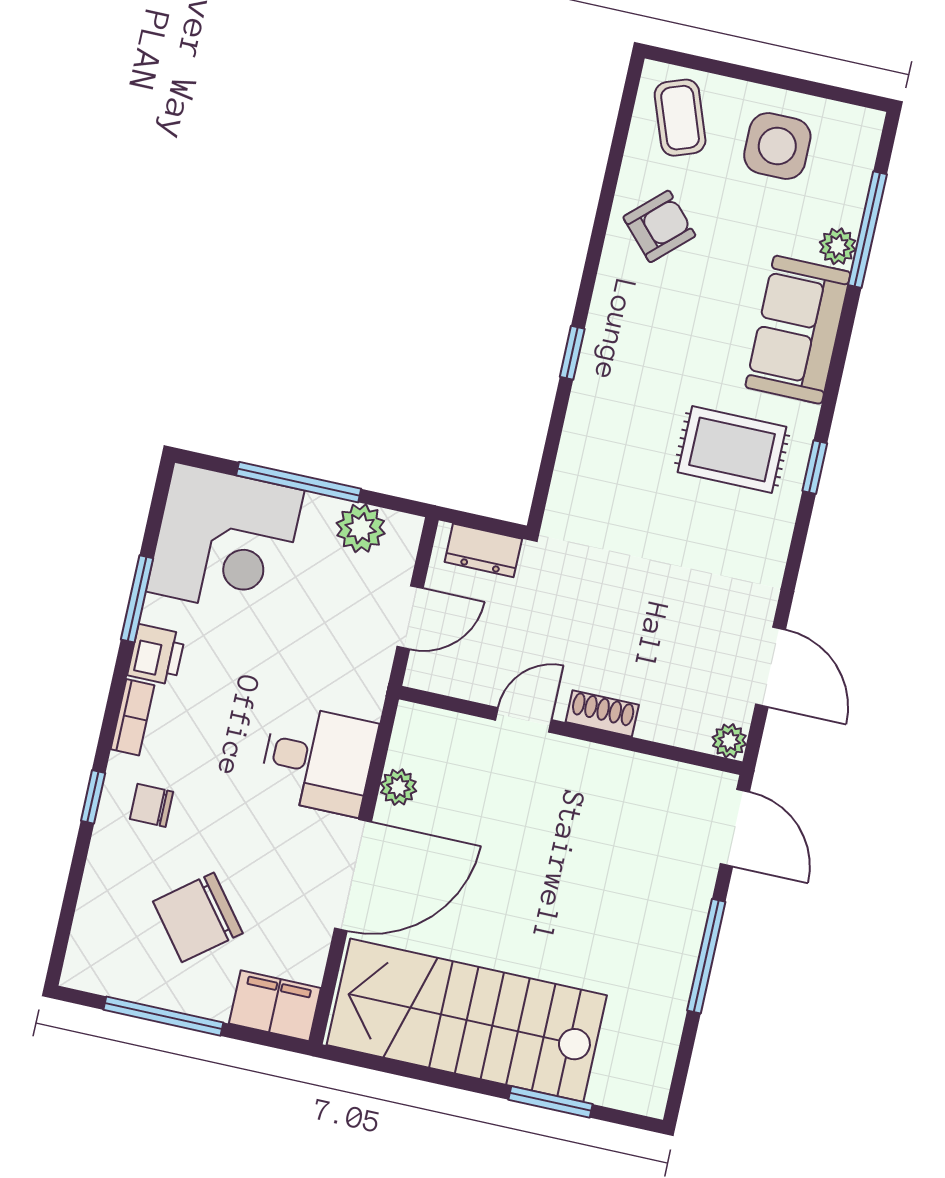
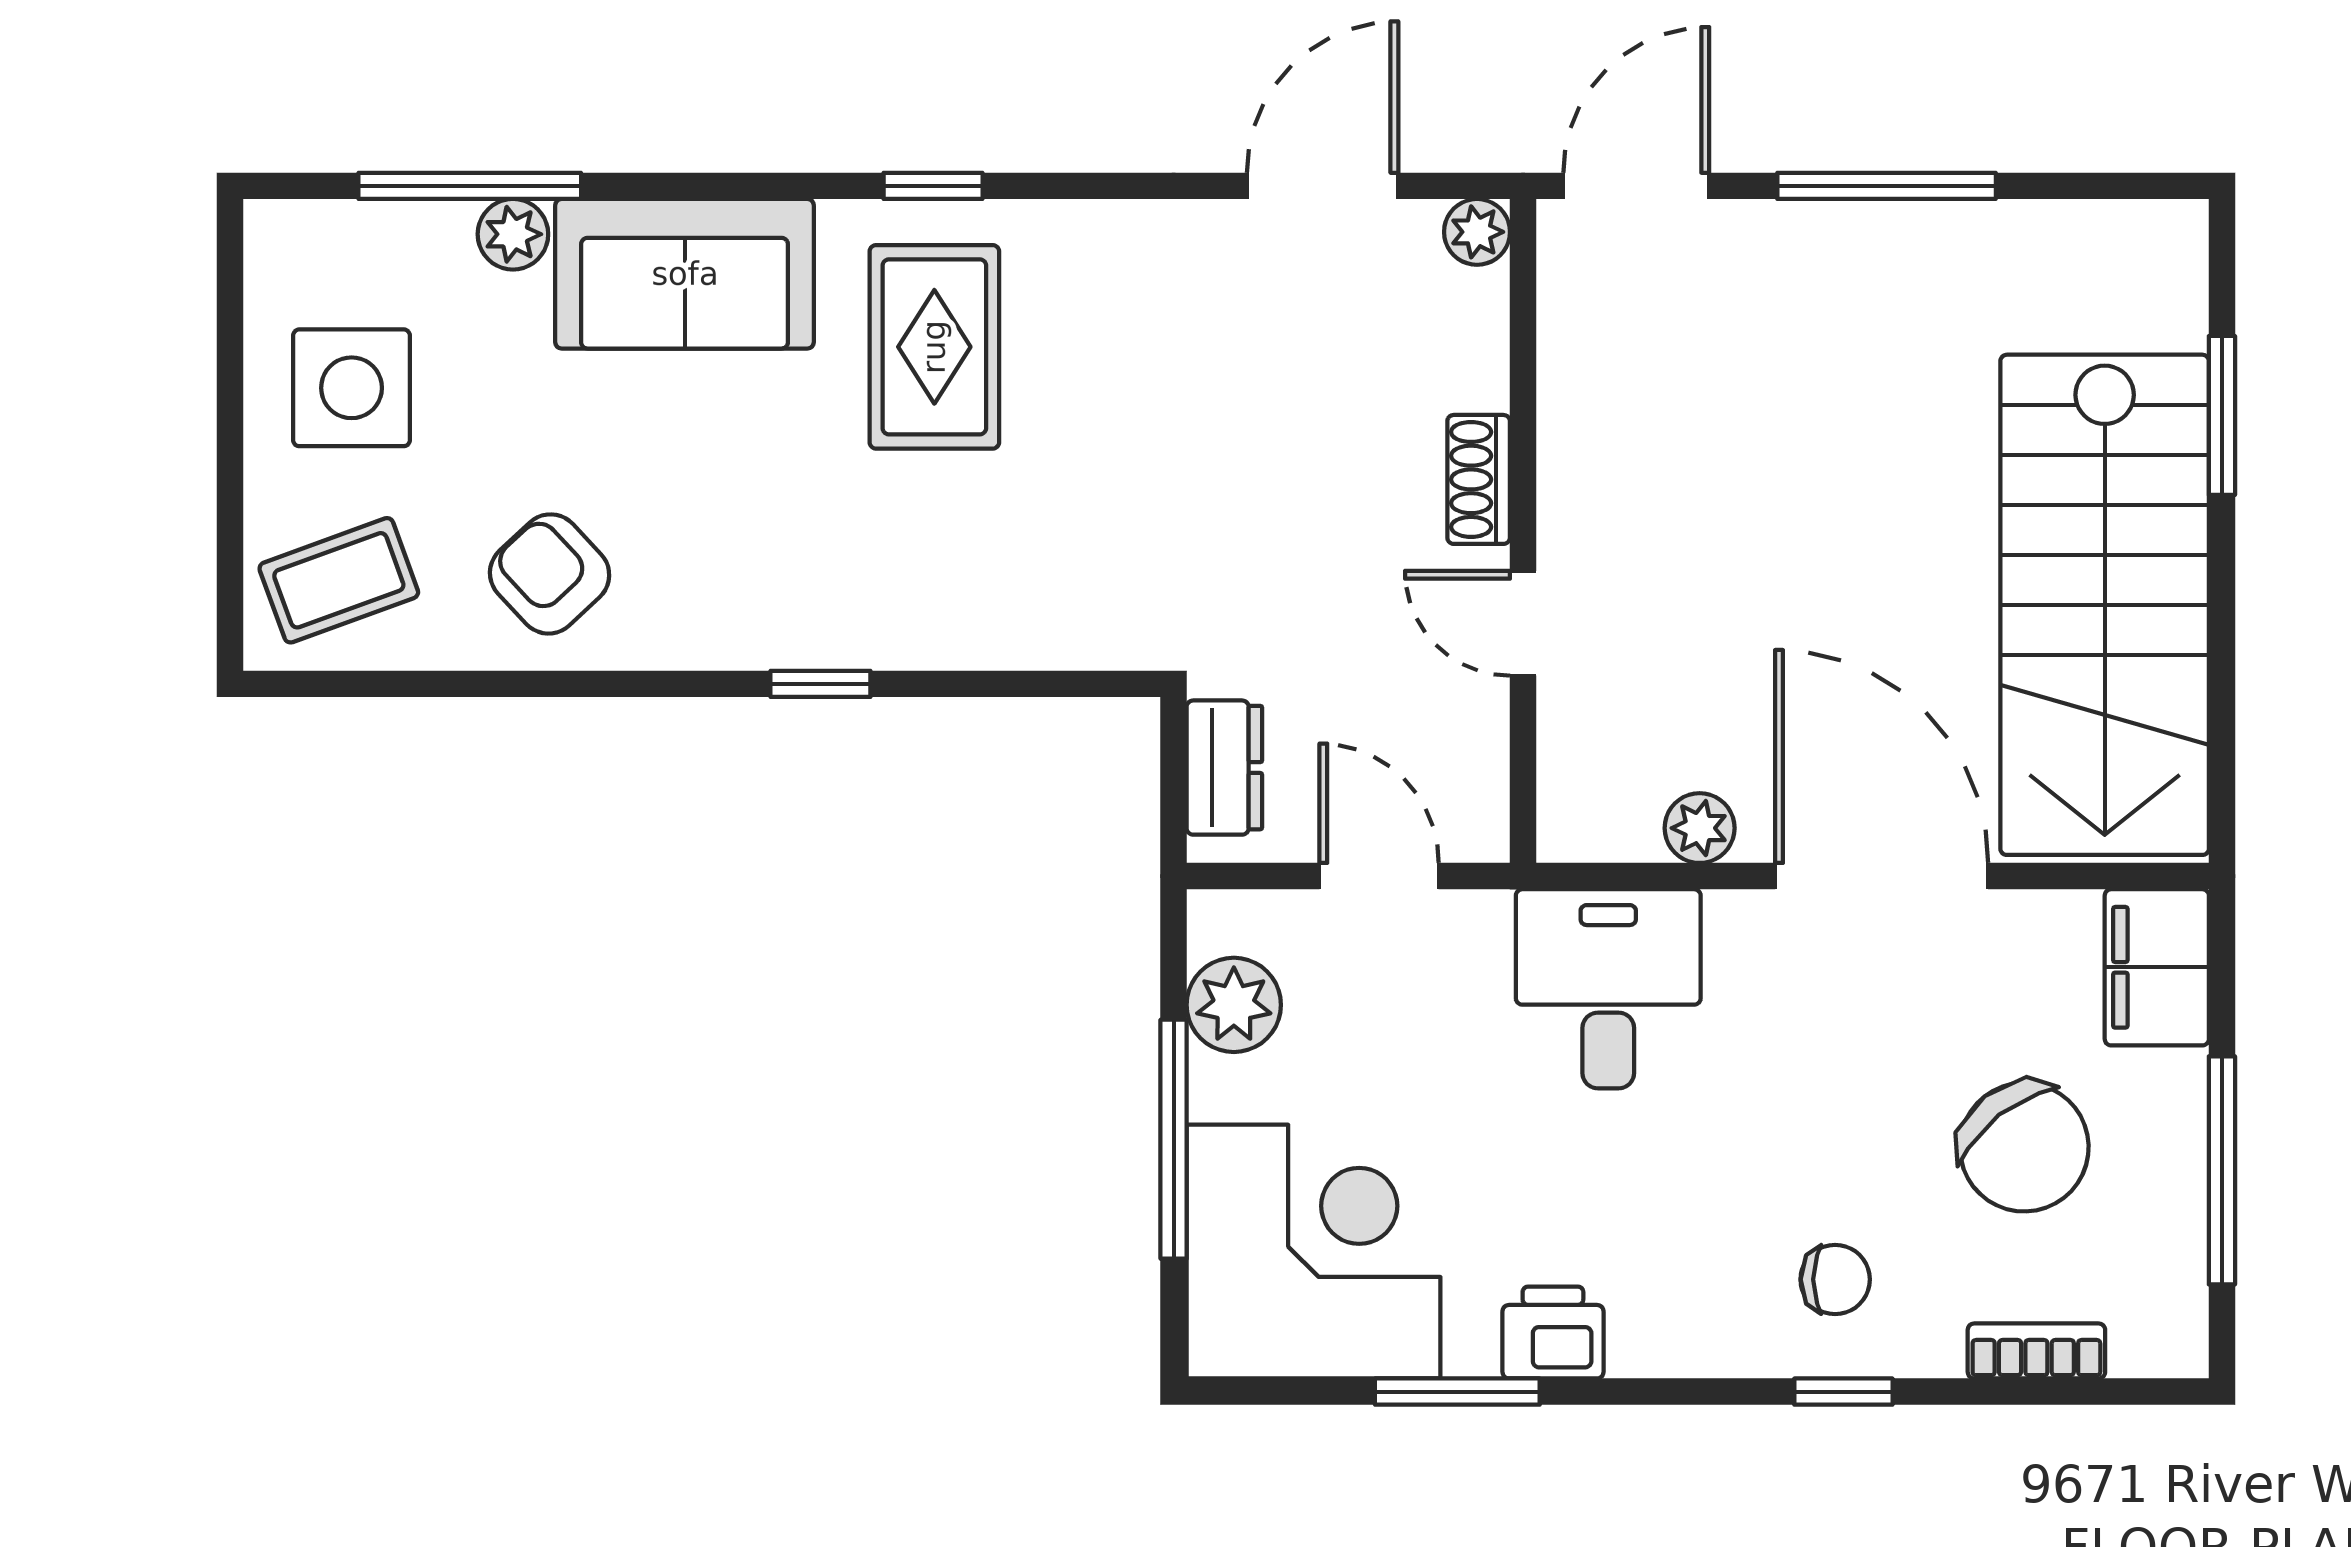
bookcase: (133, 717) -> (2036, 1351), moved
desk: (318, 760) -> (1608, 989), moved
chair: (151, 805) -> (1835, 1279), turned -90

